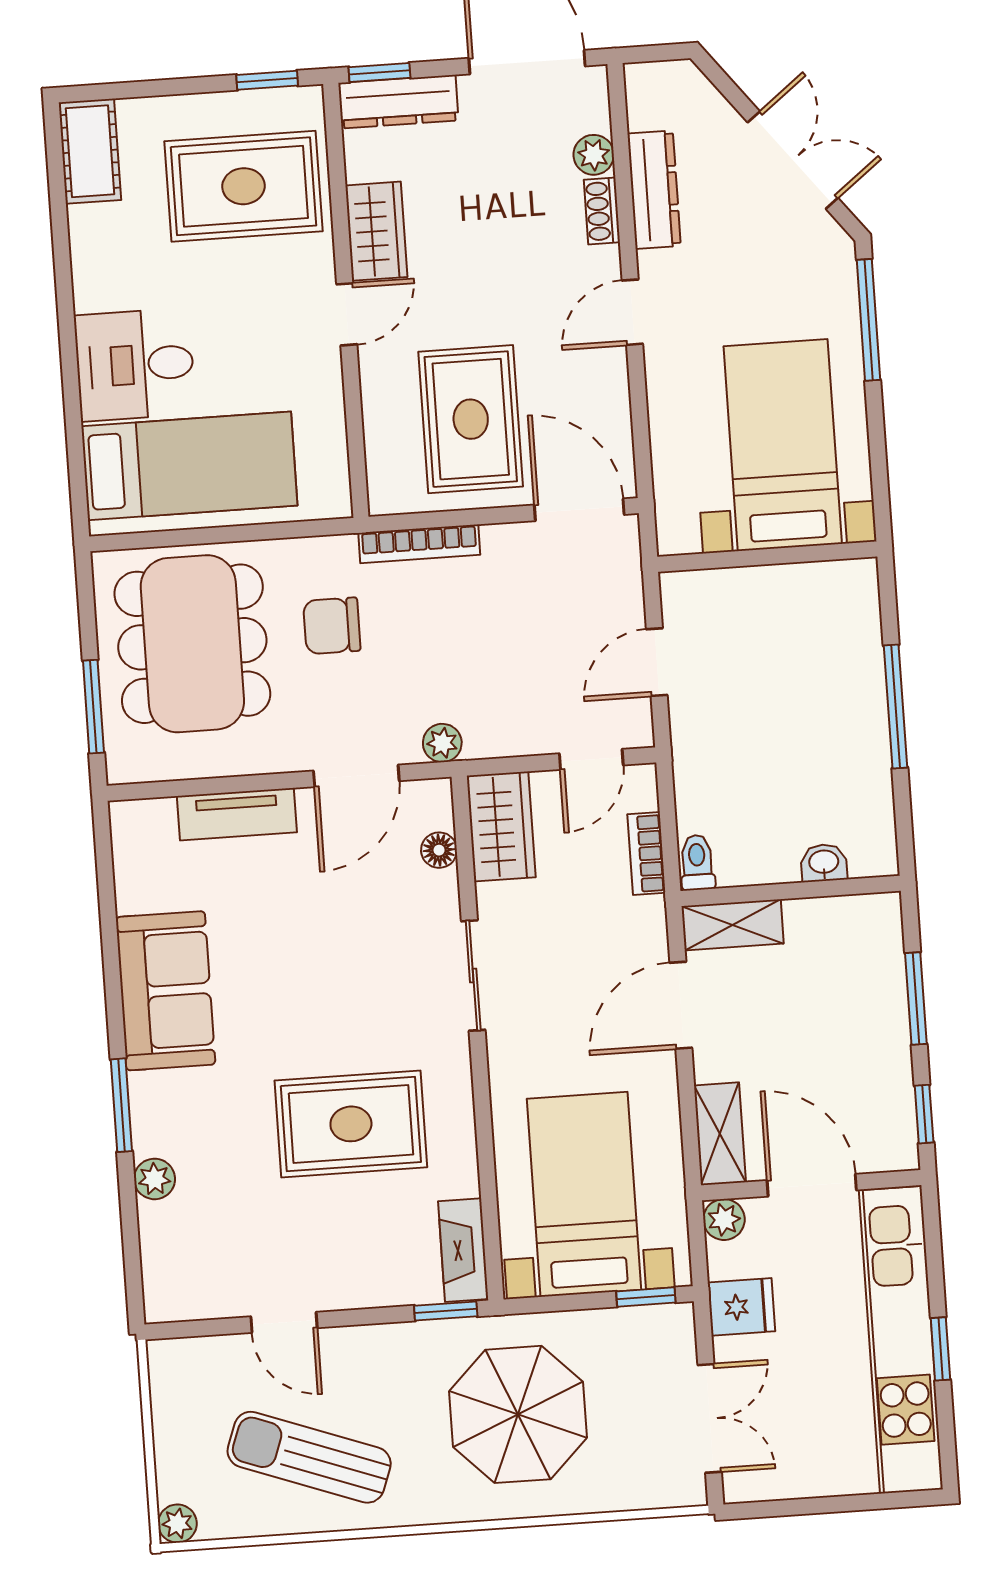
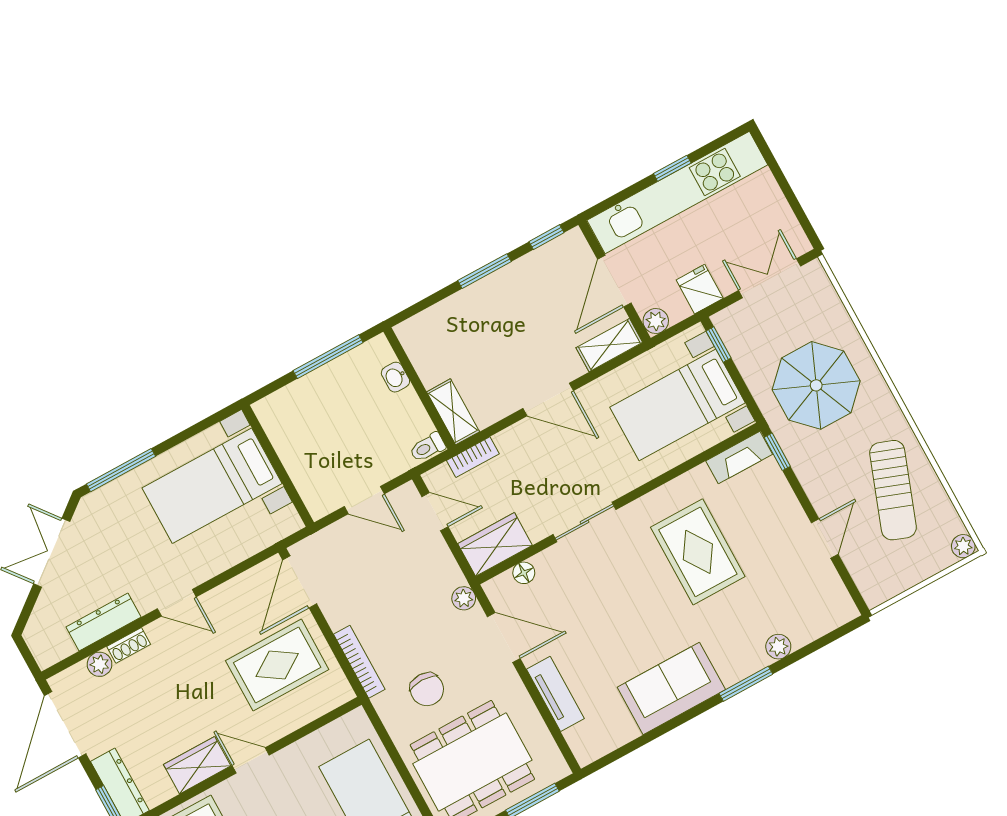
toilet: (697, 862) -> (427, 447), moved
washbasin: (824, 863) -> (395, 377), moved
wall: (791, 891) -> (419, 388), moved
shelving: (733, 925) -> (453, 412), moved

